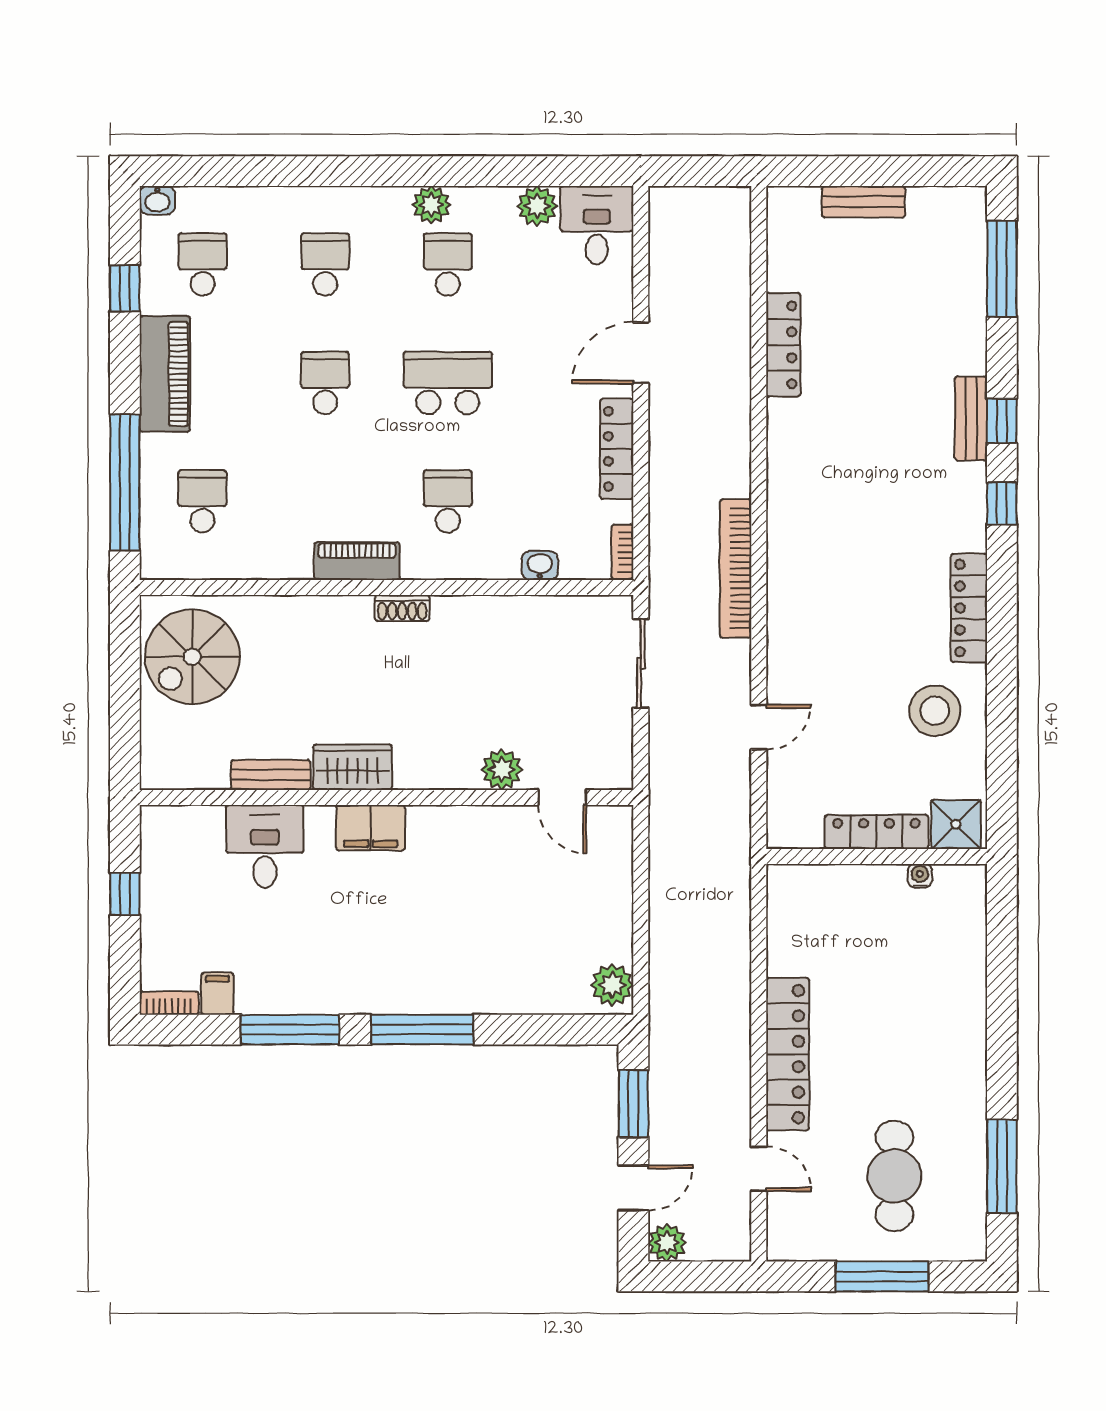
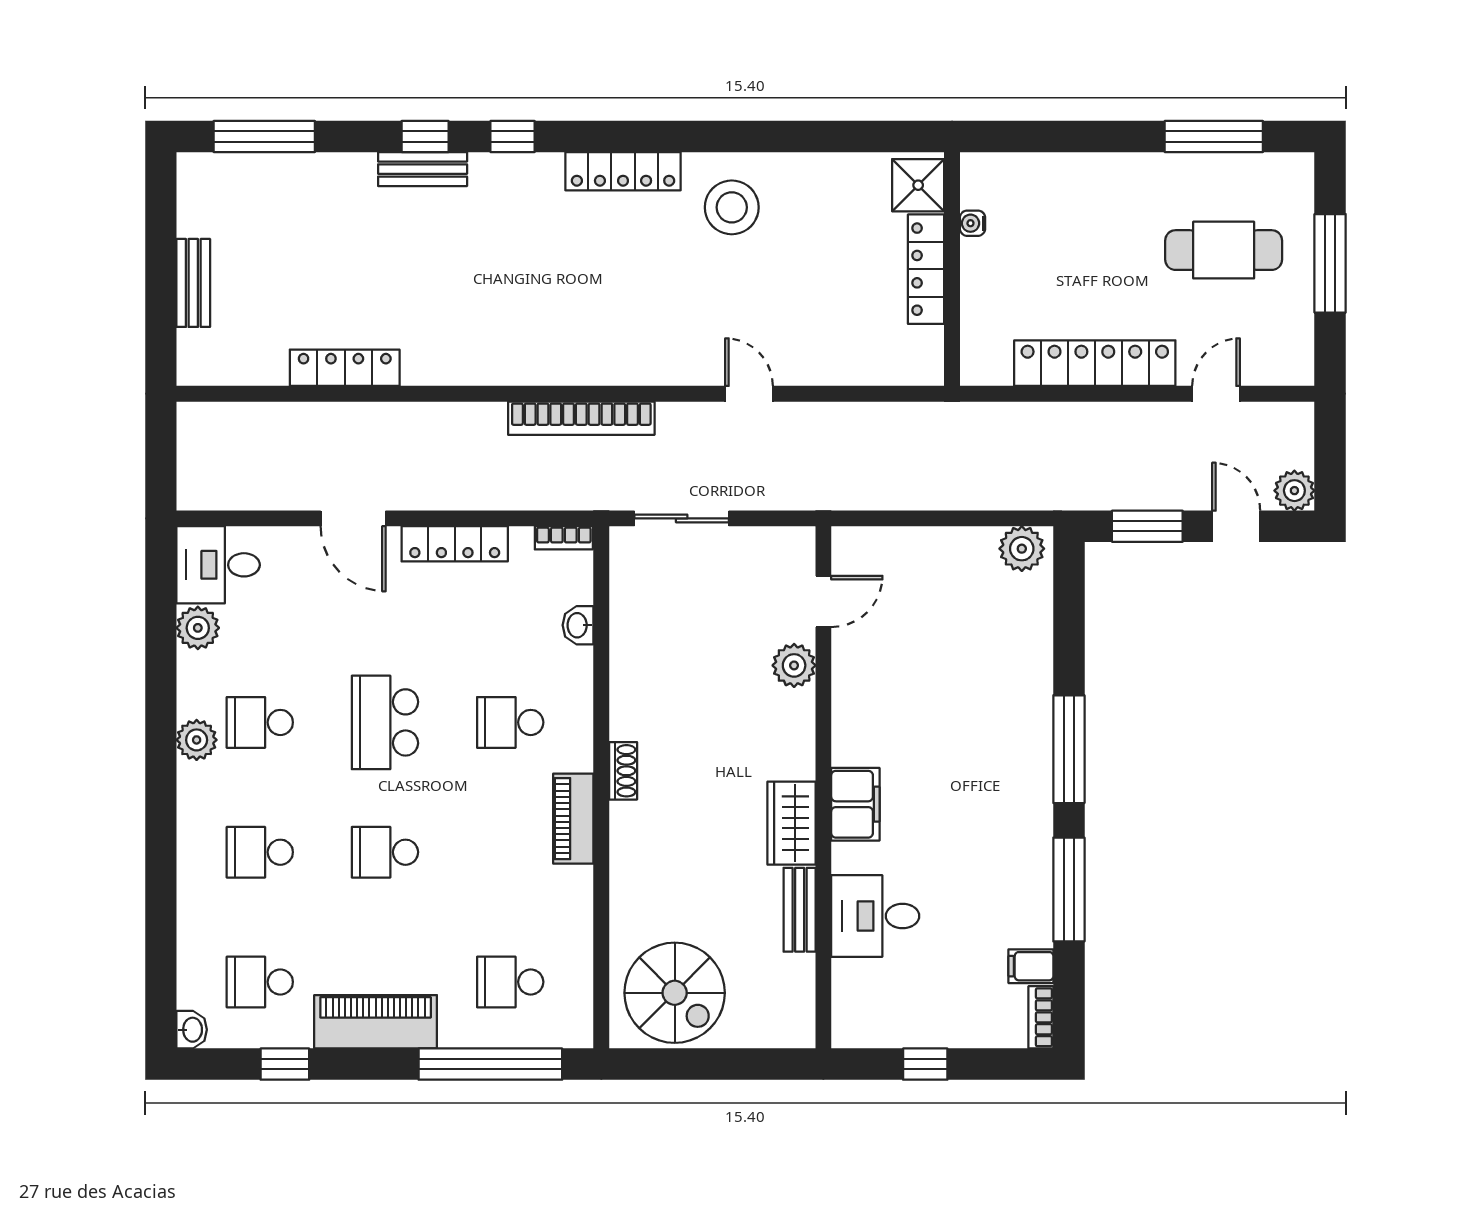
shower: (956, 824) -> (918, 185), moved
locker: (876, 832) -> (926, 269), moved
wall: (877, 856) -> (952, 269), moved
water cooler: (920, 876) -> (973, 223), moved

